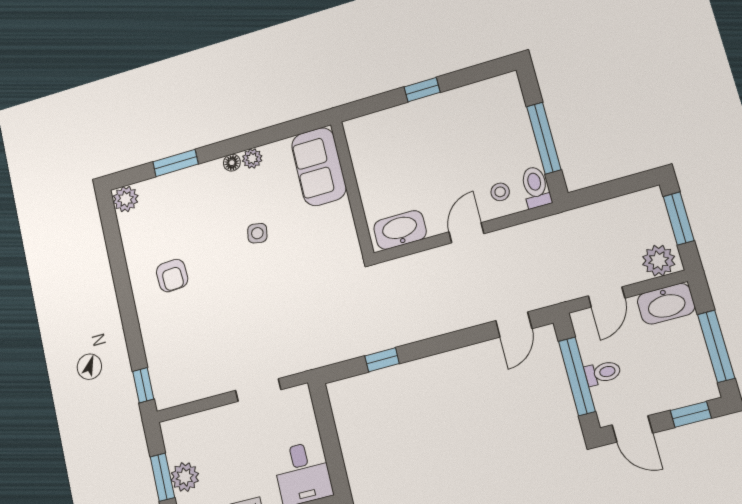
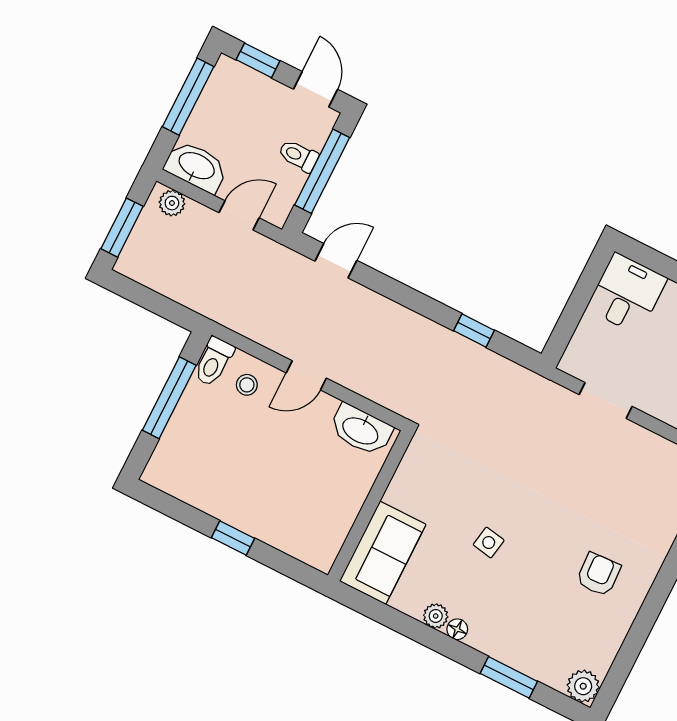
plant: (659, 261) -> (172, 203), width x0.73, depth x0.73

